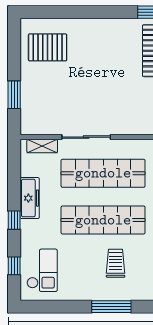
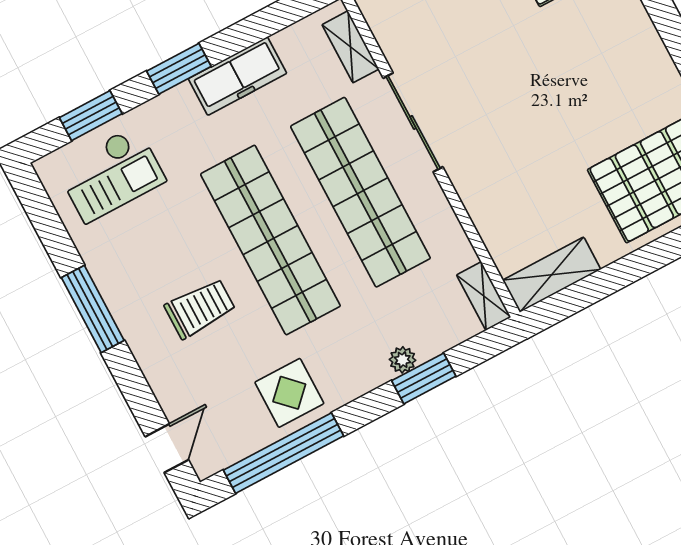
window: (14, 220) -> (179, 69), width x1.50
window: (14, 266) -> (91, 116), width x1.50
window: (111, 307) -> (93, 309), moved

